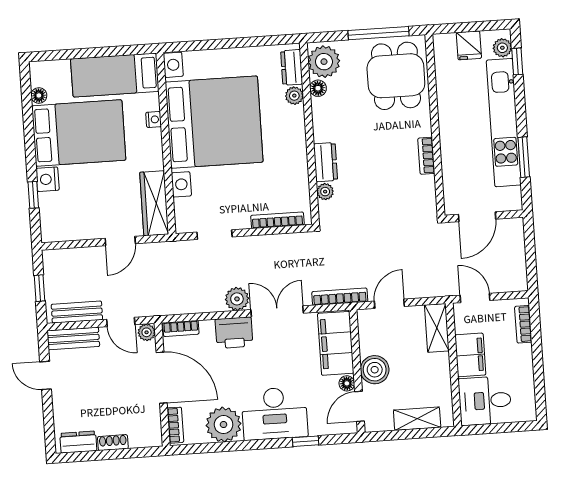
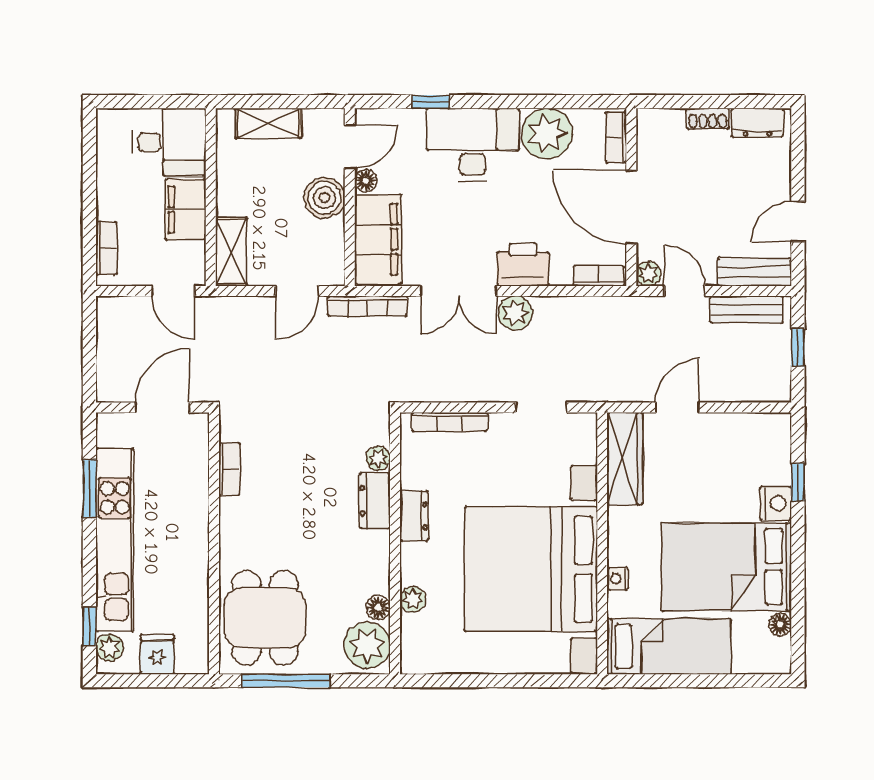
dresser: (292, 67) -> (414, 516), moved
bookcase: (426, 156) -> (229, 469), moved
door: (46, 375) -> (798, 222), swing flipped

